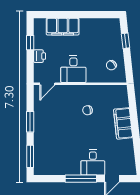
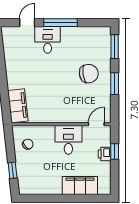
window: (30, 43) -> (115, 151), moved
chair: (87, 110) -> (89, 74), moved, width x1.87, depth x1.87
filing cabinet: (123, 123) -> (18, 106), moved

